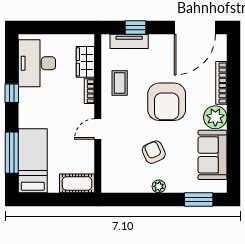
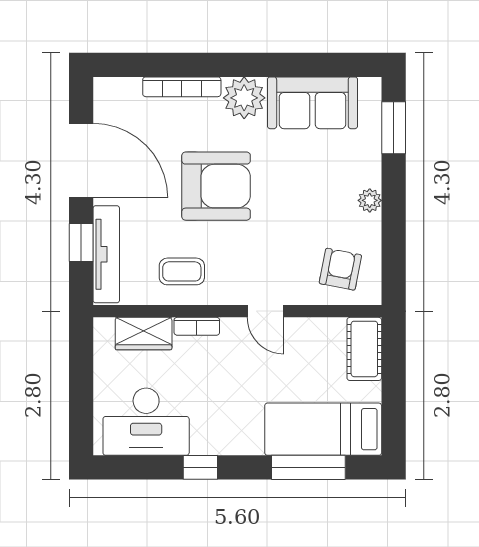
door: (195, 27) -> (81, 160), moved
tv unit: (129, 41) -> (106, 254), width x1.41
armchair: (154, 152) -> (340, 269), moved, turned 125

